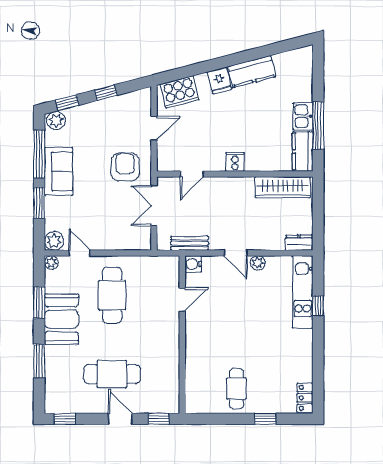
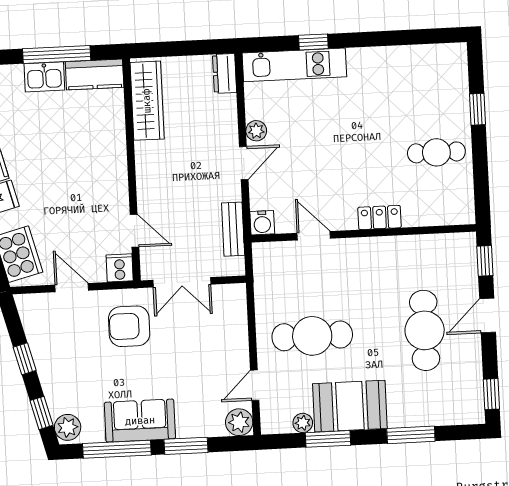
cooker: (235, 162) -> (120, 268), moved, turned 90
plant: (51, 263) -> (303, 423), moved
locker: (305, 398) -> (379, 217), moved, turned 180

